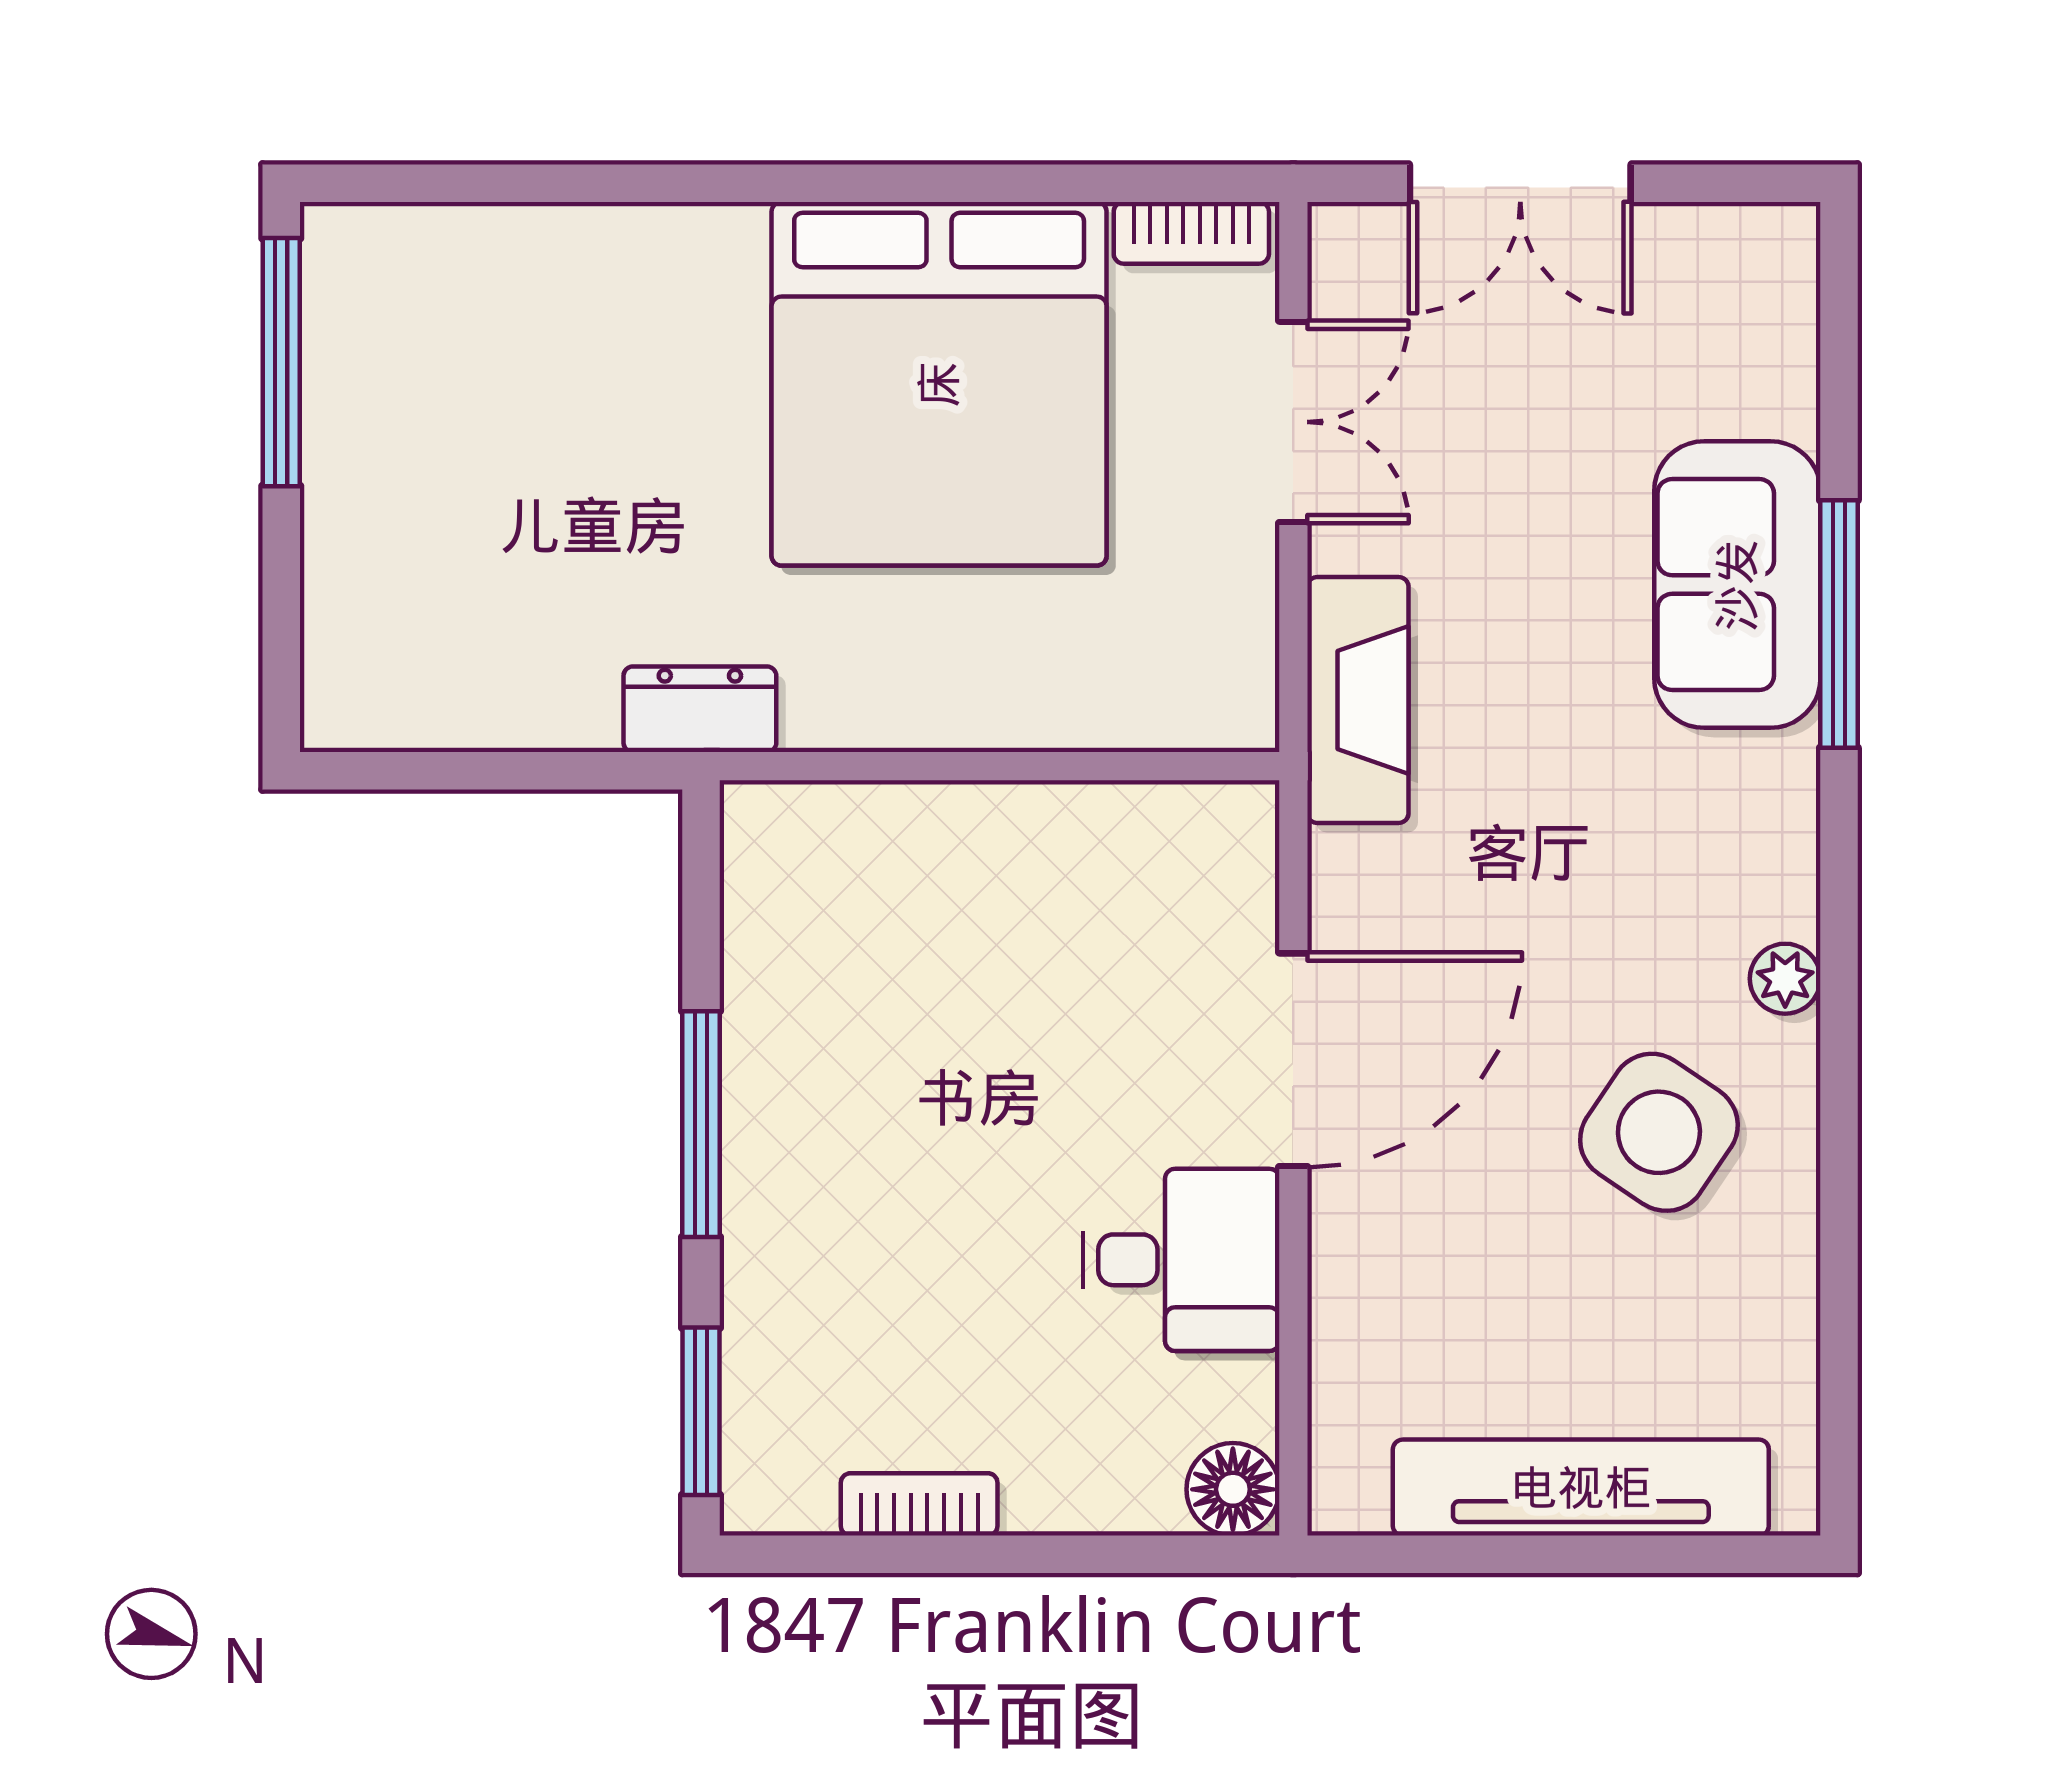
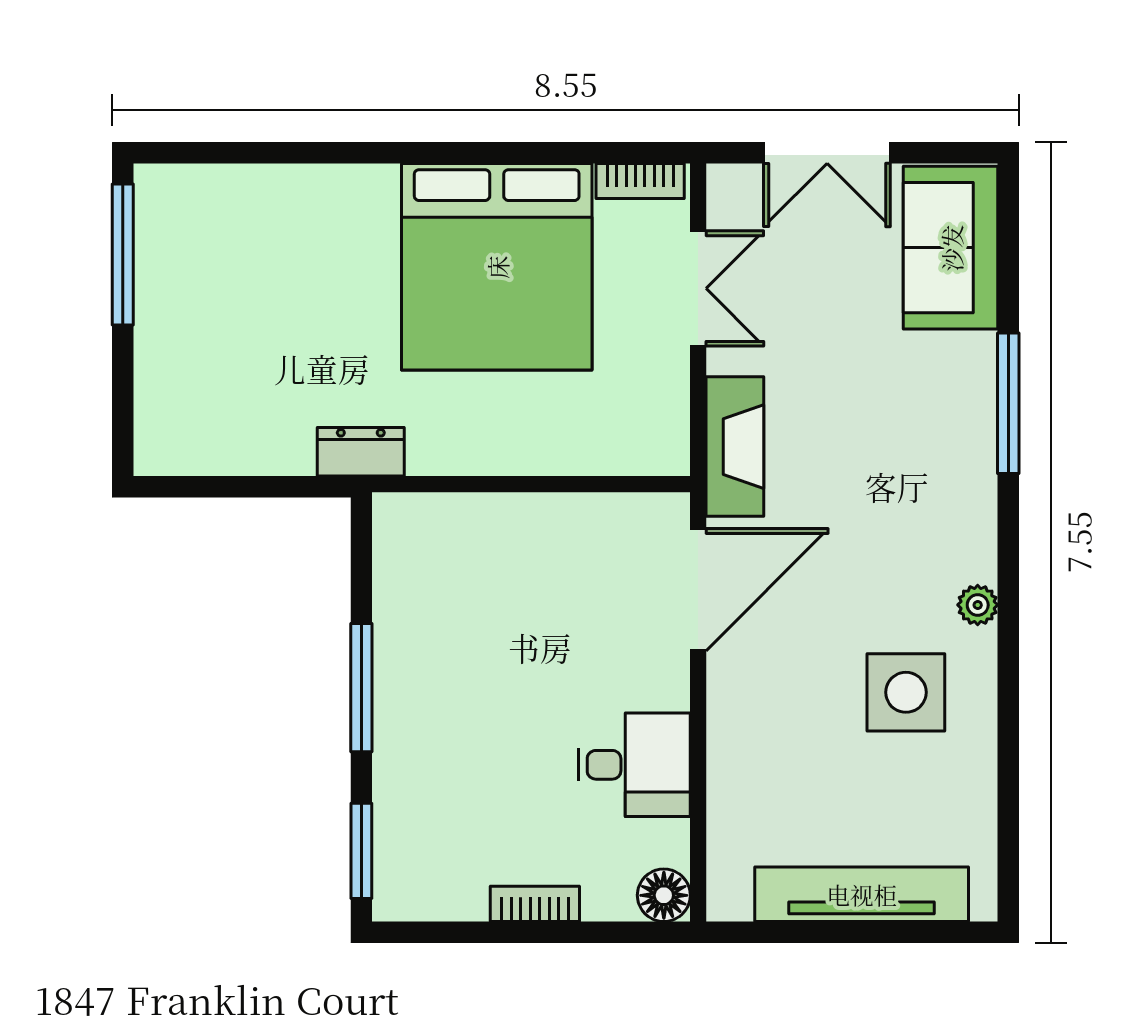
sofa: (1737, 585) -> (951, 248), moved
door: (1293, 1060) -> (698, 590), moved
side table: (1659, 1132) -> (906, 692), turned -34
bookcase: (919, 1504) -> (535, 904), moved

